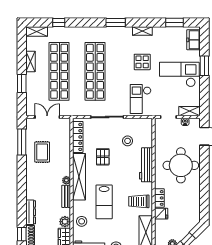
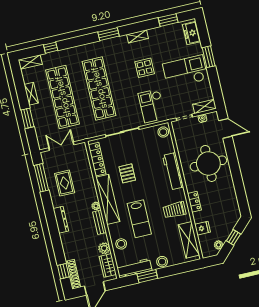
stool: (128, 141) -> (163, 132), moved
dresser: (31, 212) -> (61, 220), moved
fridge: (161, 214) -> (203, 228), moved

